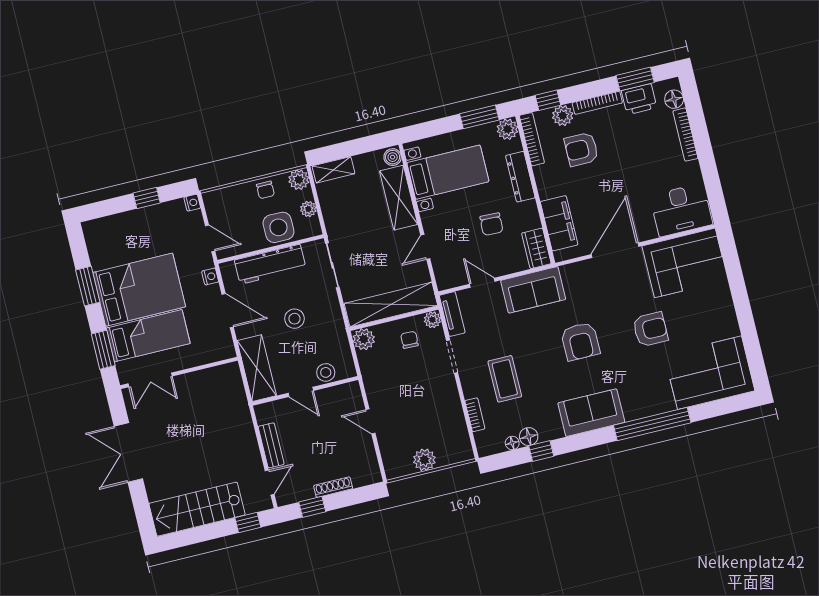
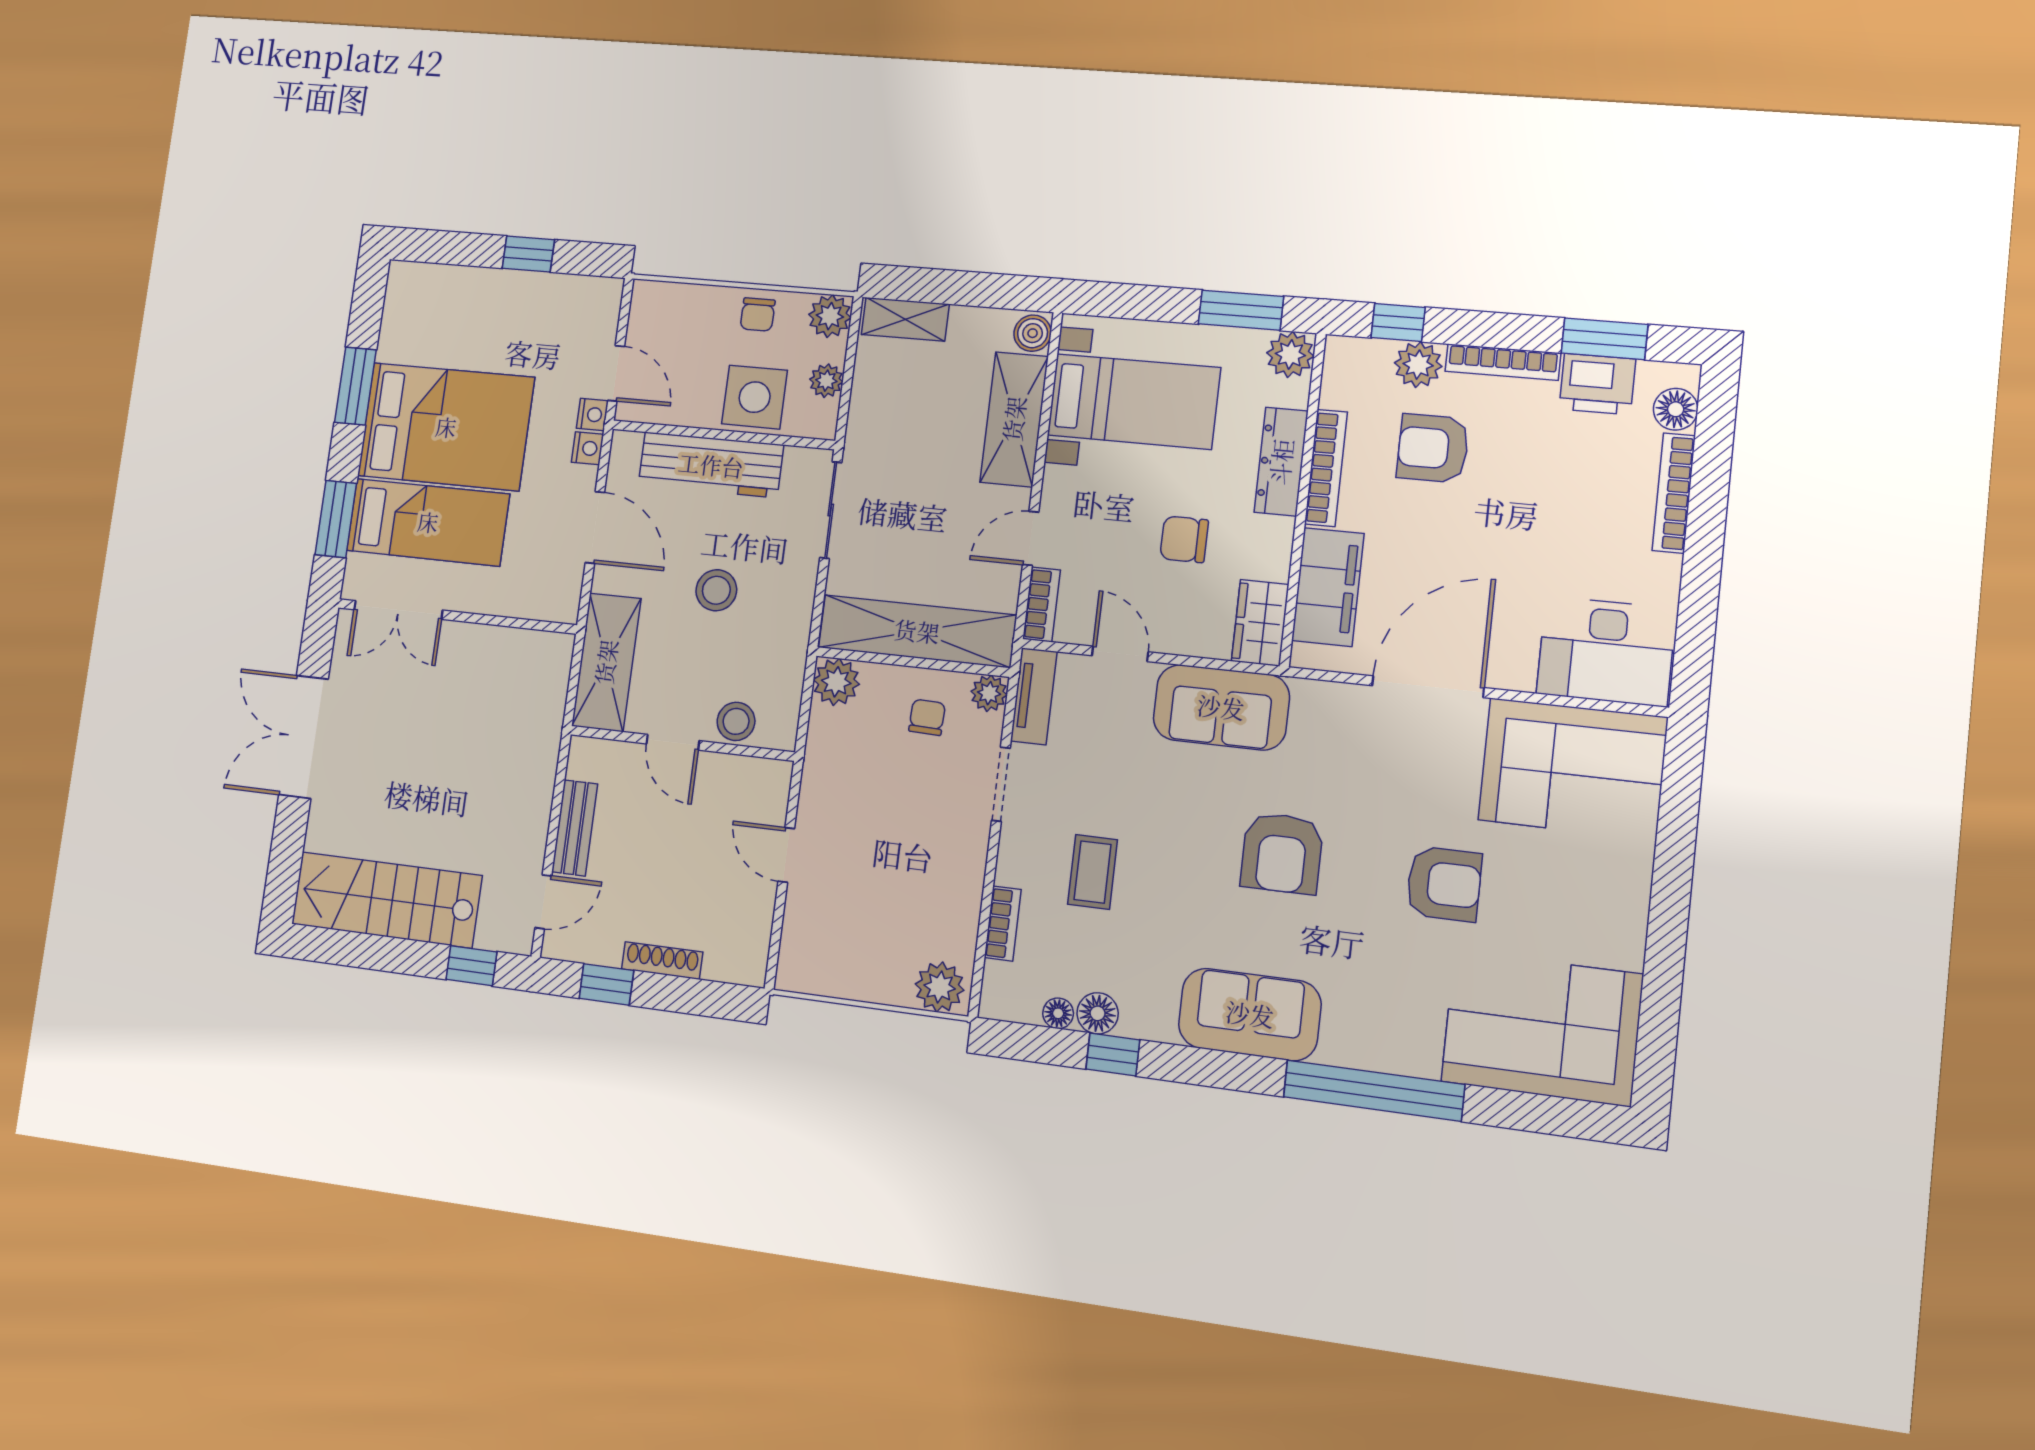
bookcase: (532, 139) -> (1326, 468), moved
nightstand: (192, 203) -> (592, 414), moved
chair: (491, 224) -> (1184, 539), turned 88
bookcase: (441, 274) -> (1042, 604), added
coffee table: (505, 379) -> (1093, 872), width x0.73, depth x0.77
plant: (424, 460) -> (940, 987), moved

